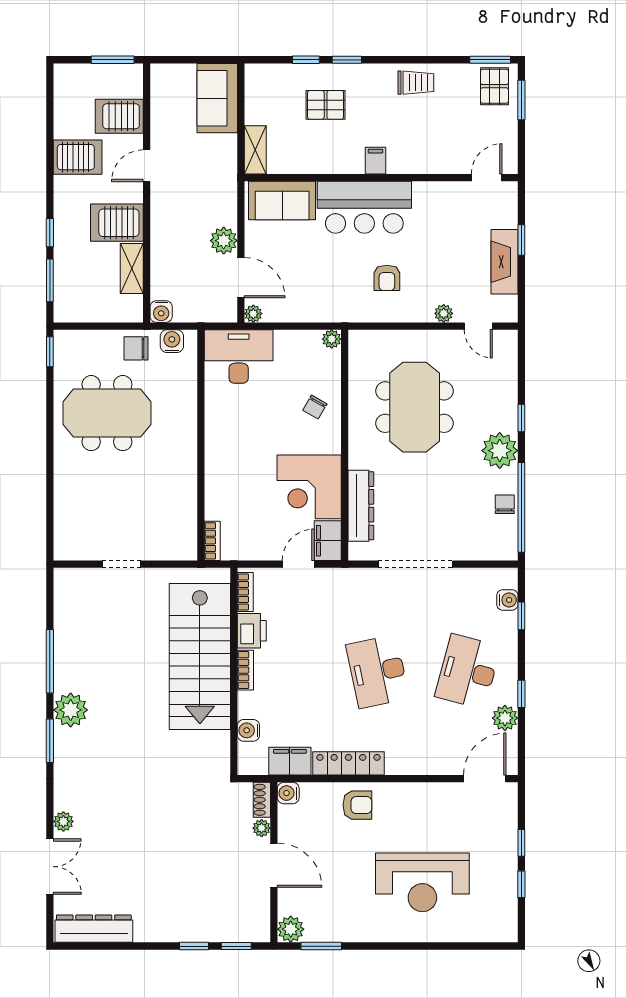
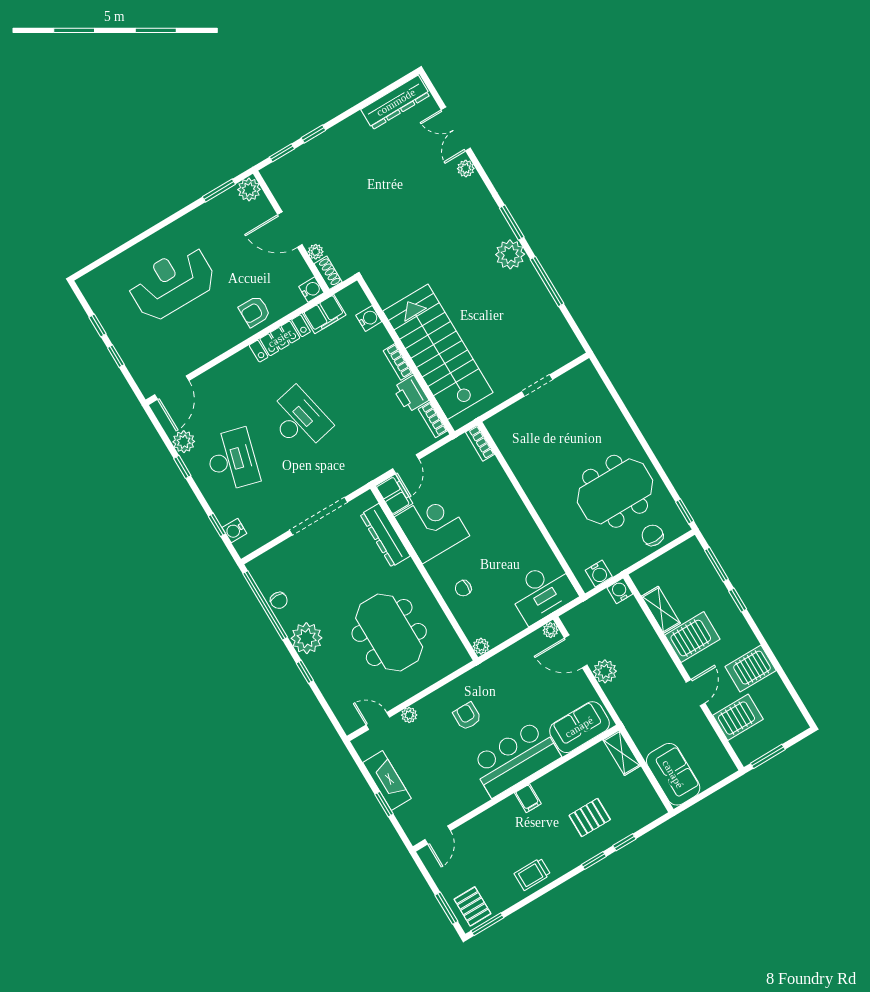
chair: (136, 348) -> (653, 535), moved, turned -90
chair: (315, 407) -> (463, 588), turned -120

